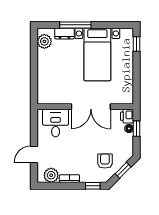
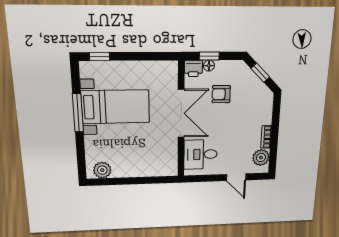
window: (75, 25) -> (78, 113), moved
dresser: (64, 34) -> (91, 147), removed
armchair: (105, 161) -> (221, 94), moved
window: (93, 186) -> (276, 109), removed

